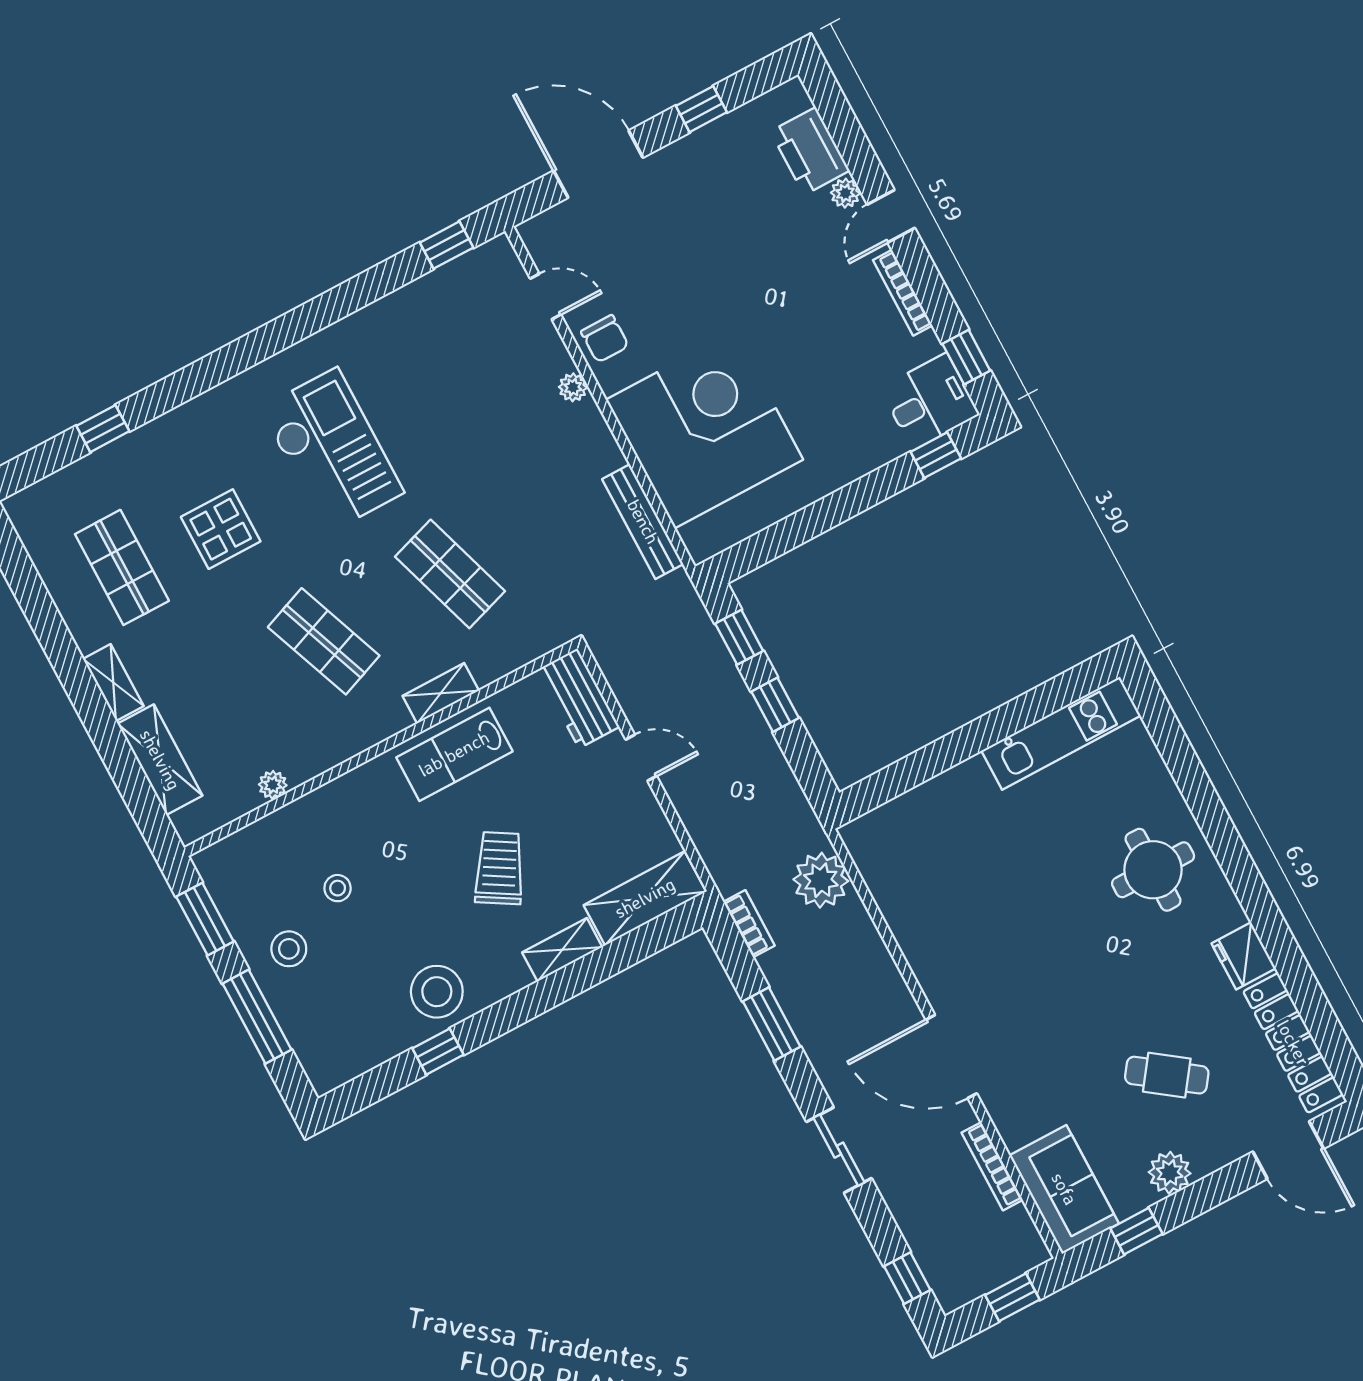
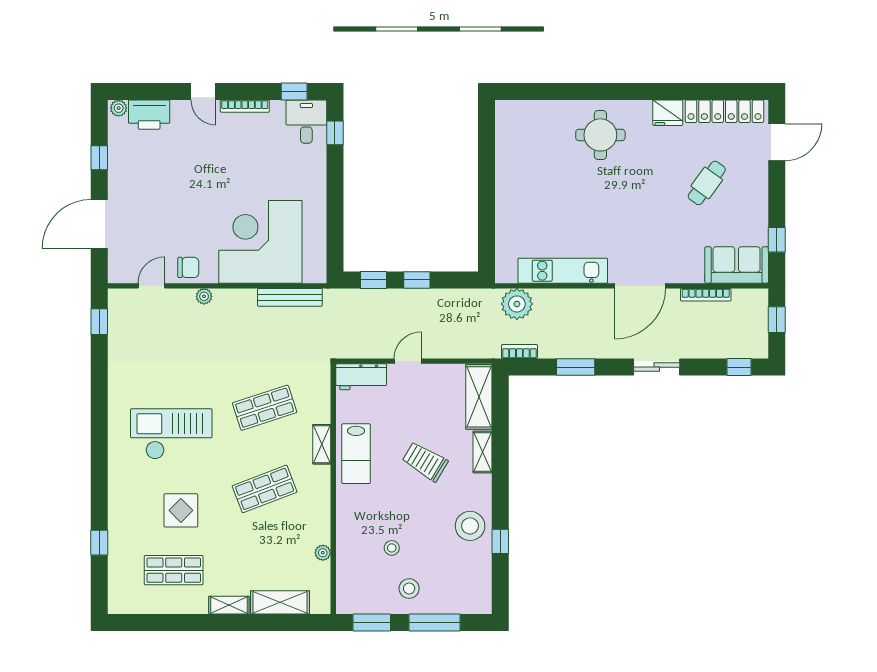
plant: (845, 193) -> (119, 108), moved
kitchen unit: (1061, 733) -> (563, 271), moved, turned -90
plant: (1170, 1173) -> (756, 208), removed

